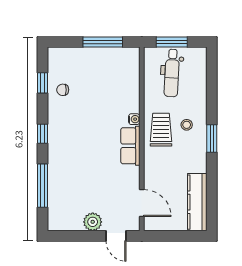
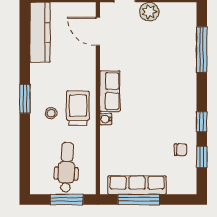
row of seats: (104, 56) -> (137, 185), added
trolley: (161, 130) -> (78, 108), turned 180
window: (42, 134) -> (202, 122), moved

